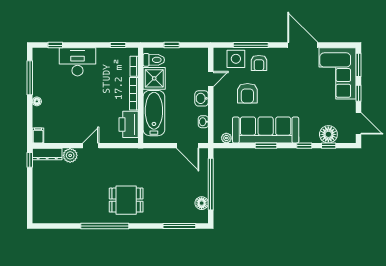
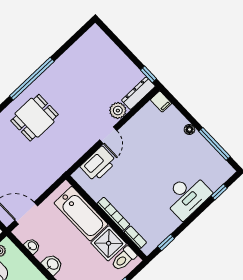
printer: (129, 124) -> (98, 164), moved, turned 90

